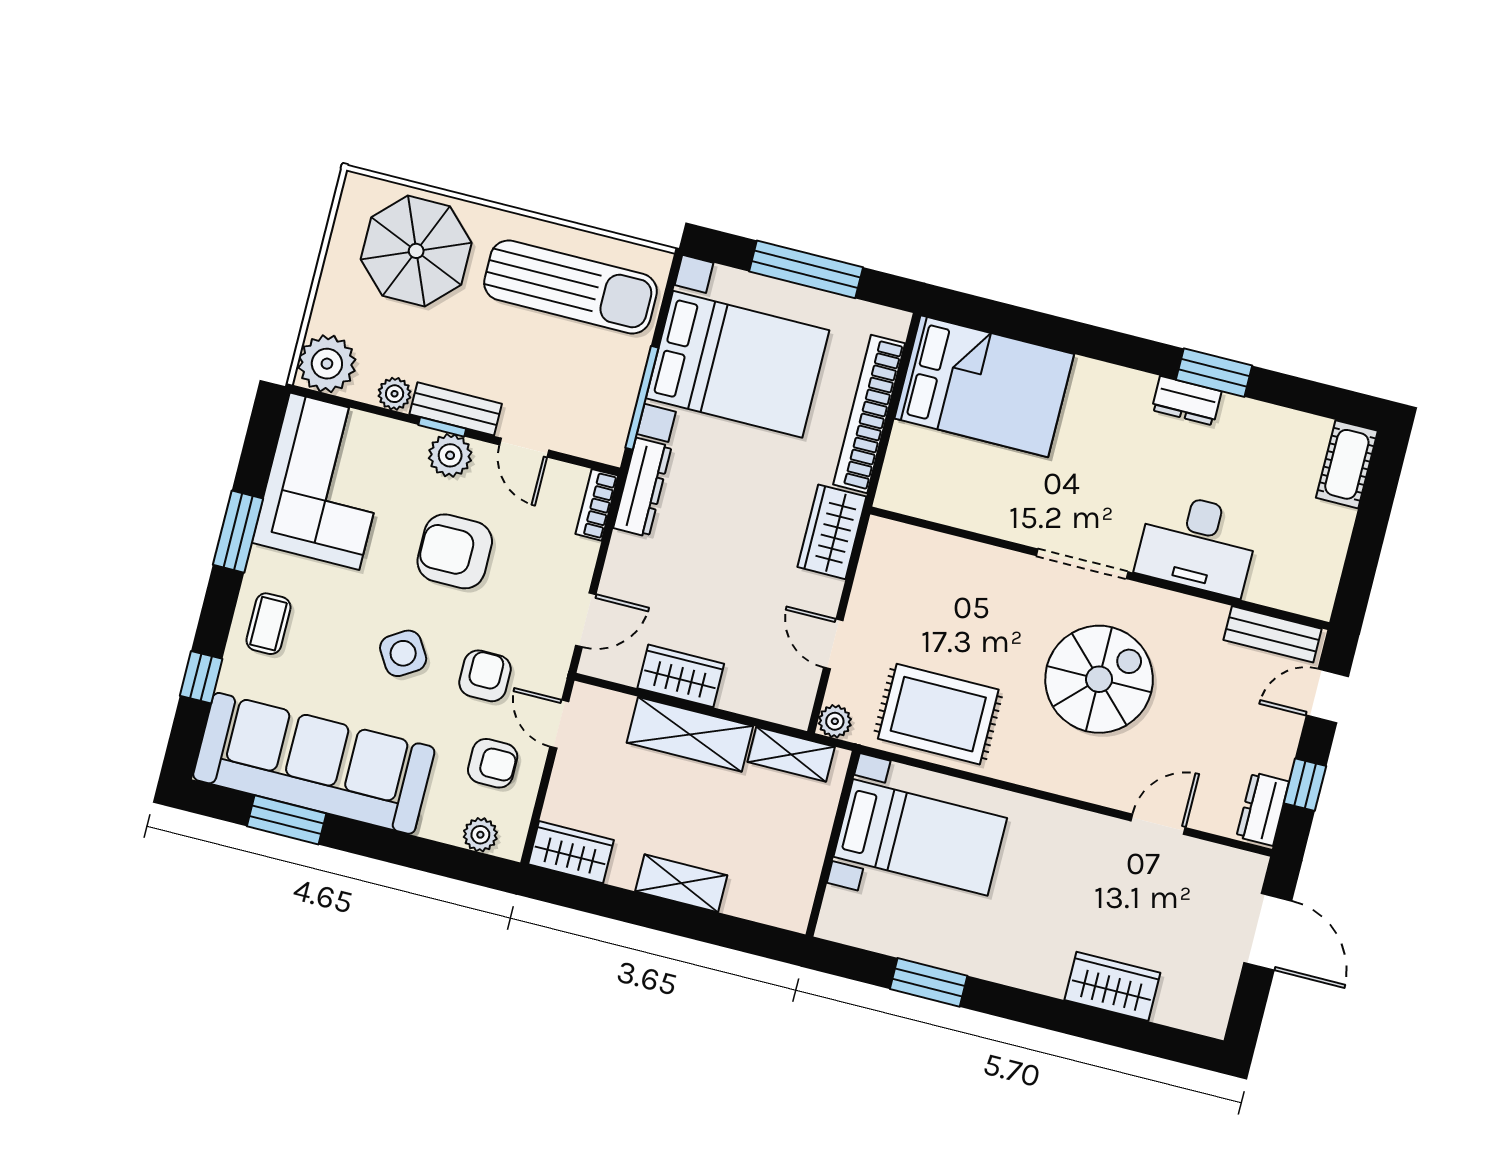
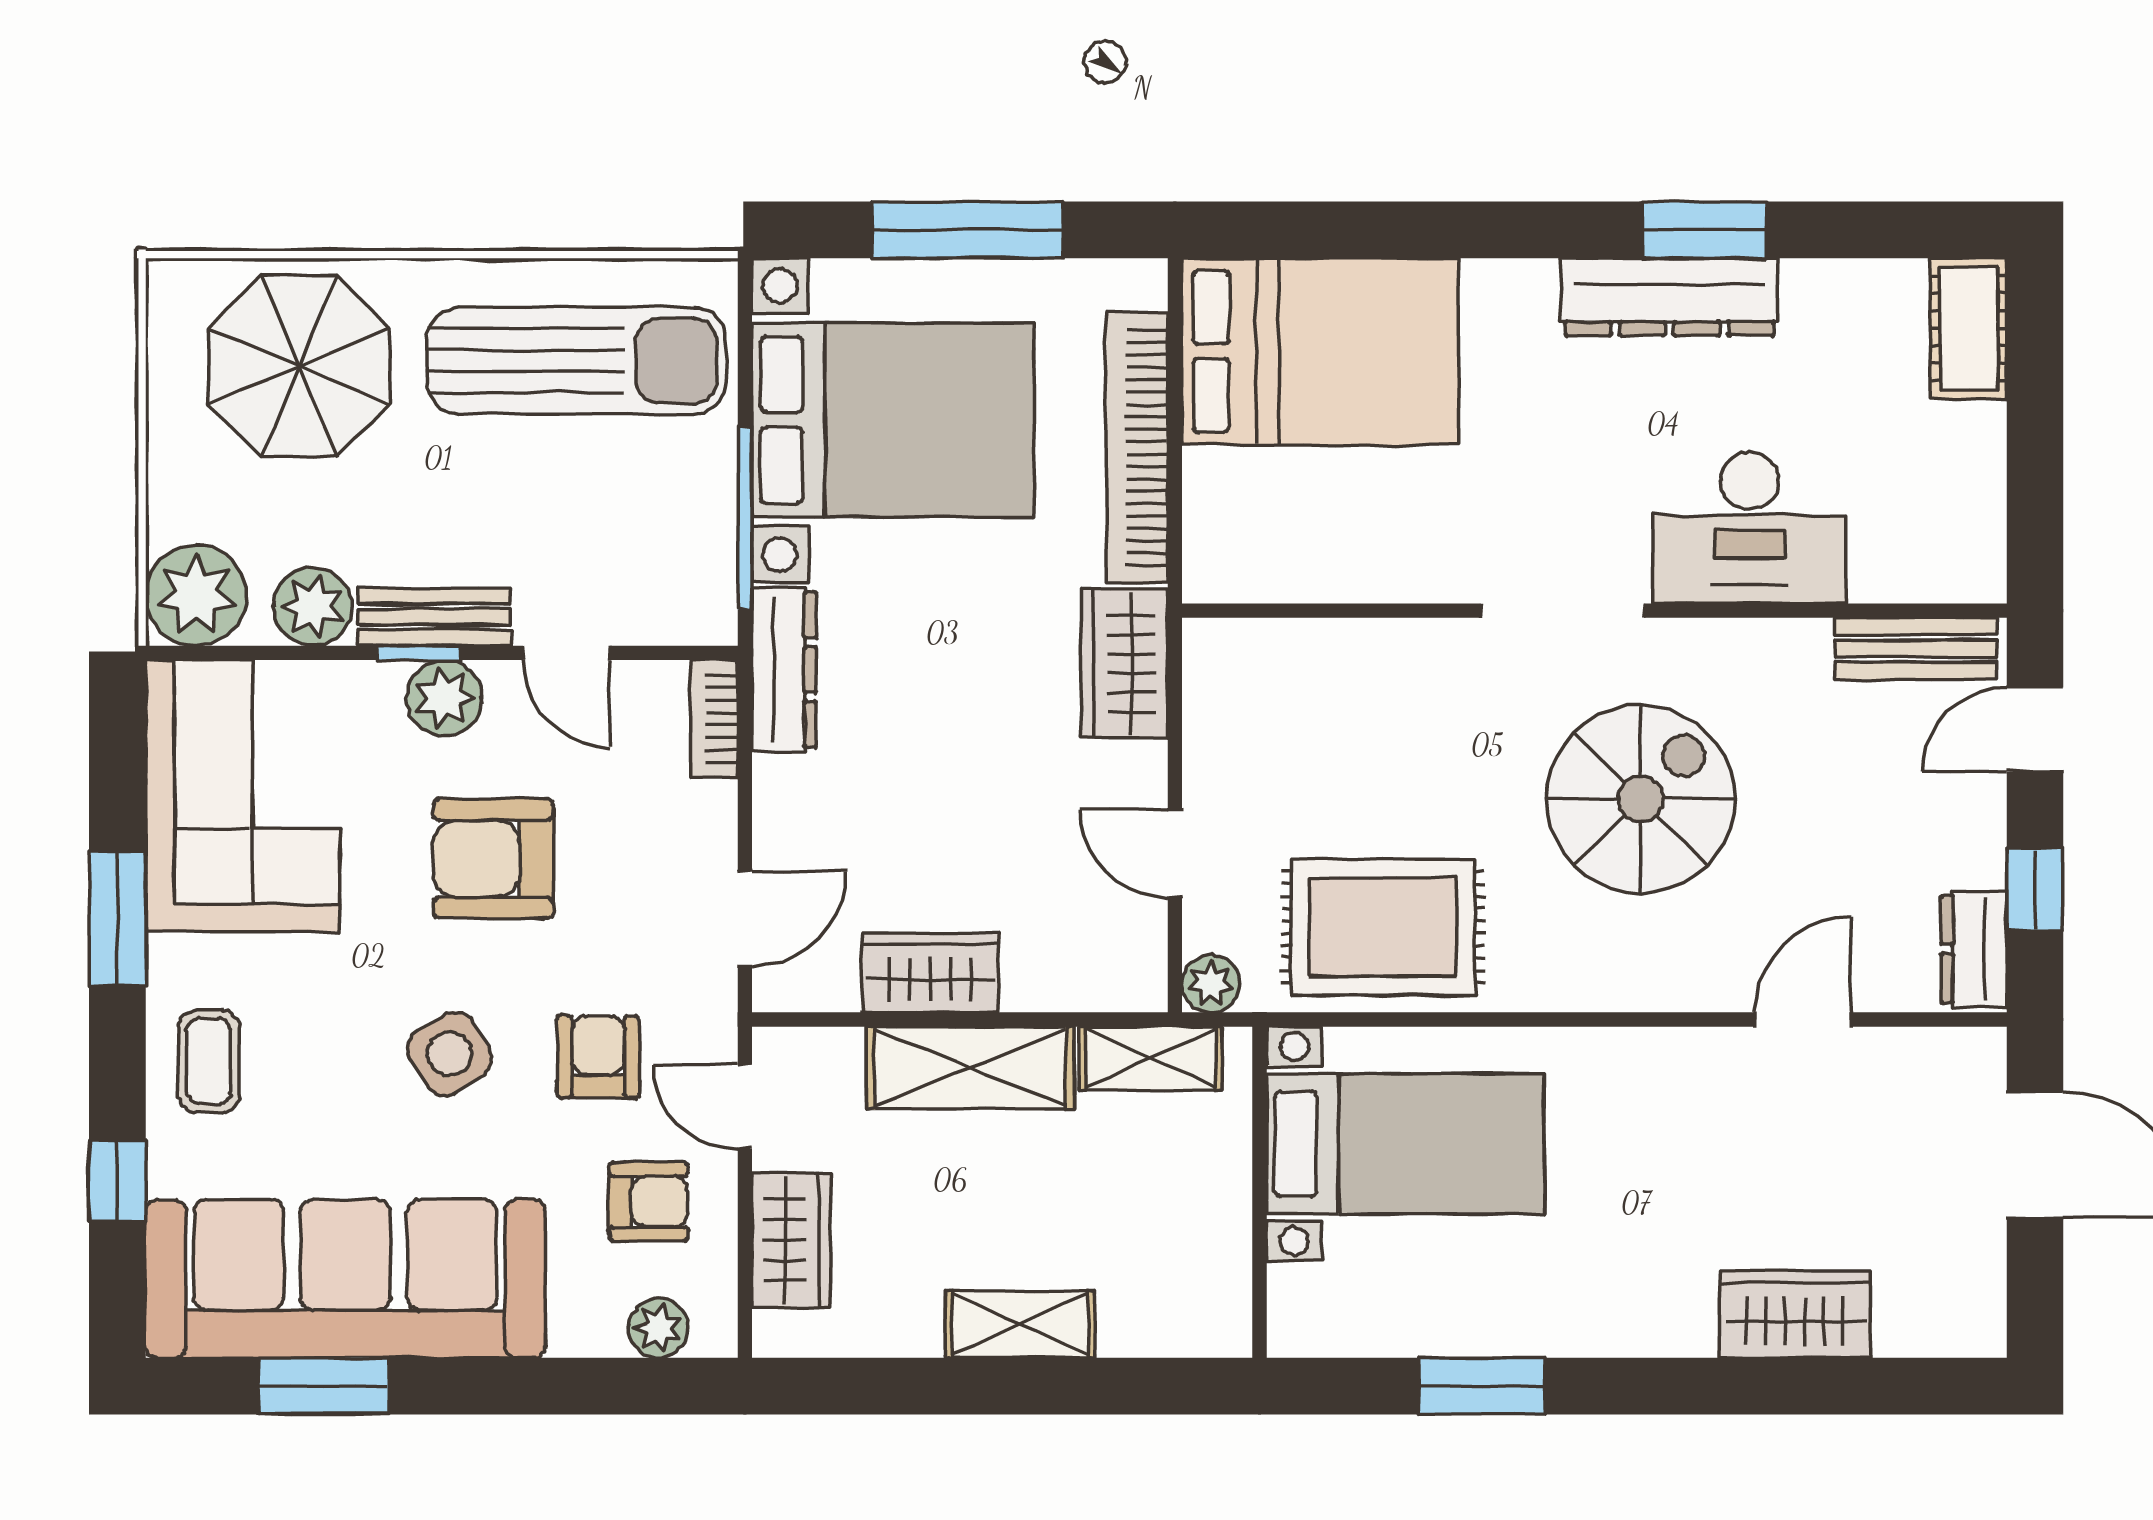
plant: (395, 394) -> (313, 607), width x1.38, depth x1.38
dresser: (1187, 401) -> (1670, 297), width x1.96, depth x1.24
wardrobe: (571, 852) -> (791, 1240), moved, turned 90

